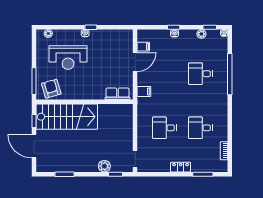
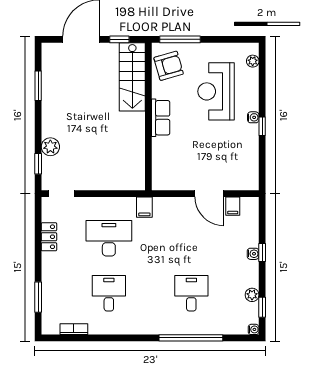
filing cabinet: (144, 91) -> (144, 207), moved
row of seats: (118, 94) -> (161, 118), moved
stairs: (67, 117) -> (132, 77), width x0.73, depth x0.66
desk: (164, 128) -> (109, 238), width x1.37
locker: (181, 167) -> (49, 237), moved

